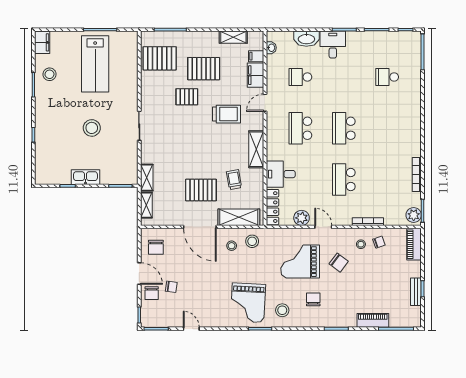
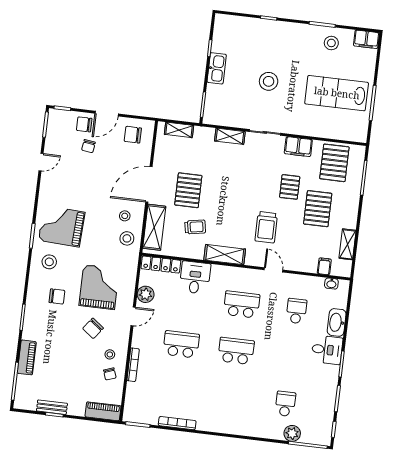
filing cabinet: (256, 75) -> (298, 147), moved, turned 180
shelving: (147, 178) -> (230, 136), moved
plant: (414, 215) -> (292, 433), moved

